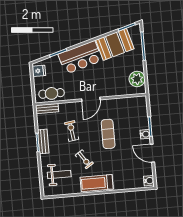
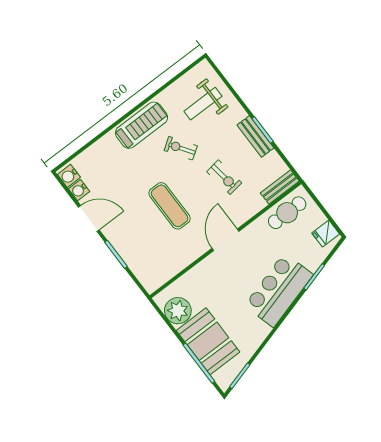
booth: (115, 44) -> (208, 341), moved, turned -74
water cooler: (145, 134) -> (79, 190), moved

